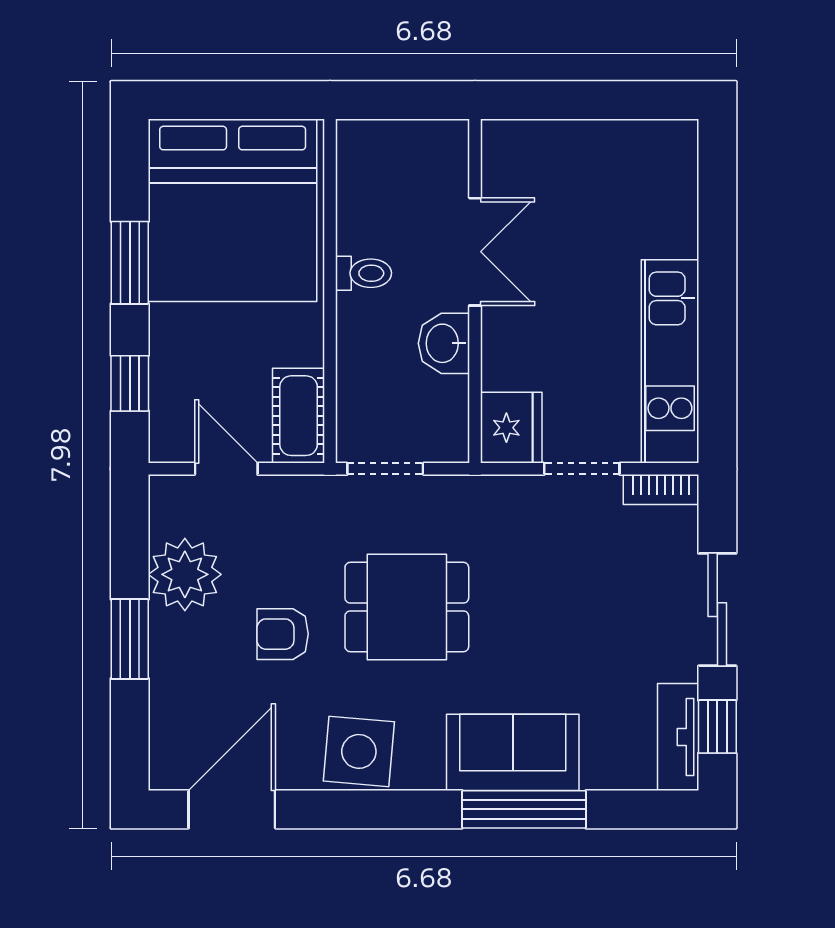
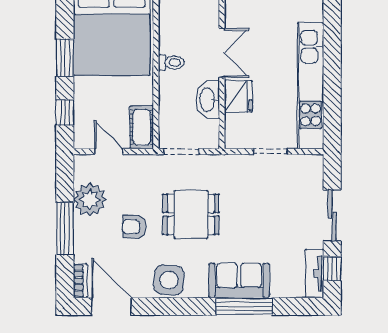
washbasin: (444, 343) -> (208, 100), width x1.38
kitchen unit: (670, 361) -> (311, 86), width x1.36
fridge: (511, 428) -> (238, 97), moved
bookcase: (661, 489) -> (80, 281), moved, turned -90
window: (130, 639) -> (65, 229), width x1.44
door: (232, 809) -> (111, 306), hinge flipped

